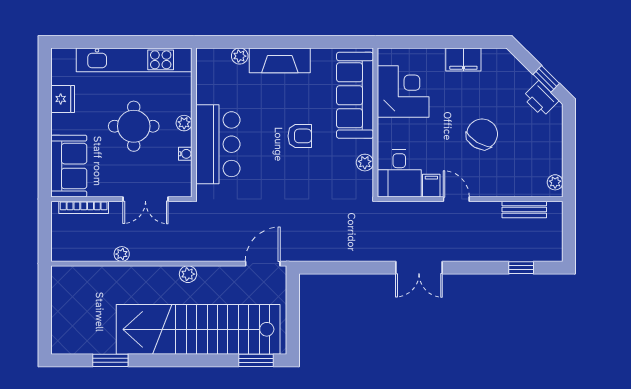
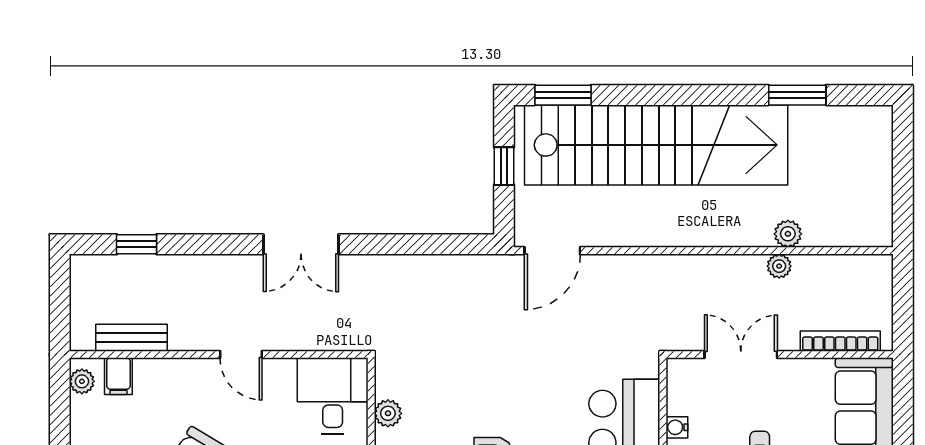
filing cabinet: (431, 186) -> (118, 376), moved
double door: (419, 268) -> (301, 244), swing flipped
plant: (188, 274) -> (788, 234), moved
window: (293, 316) -> (504, 166), added

